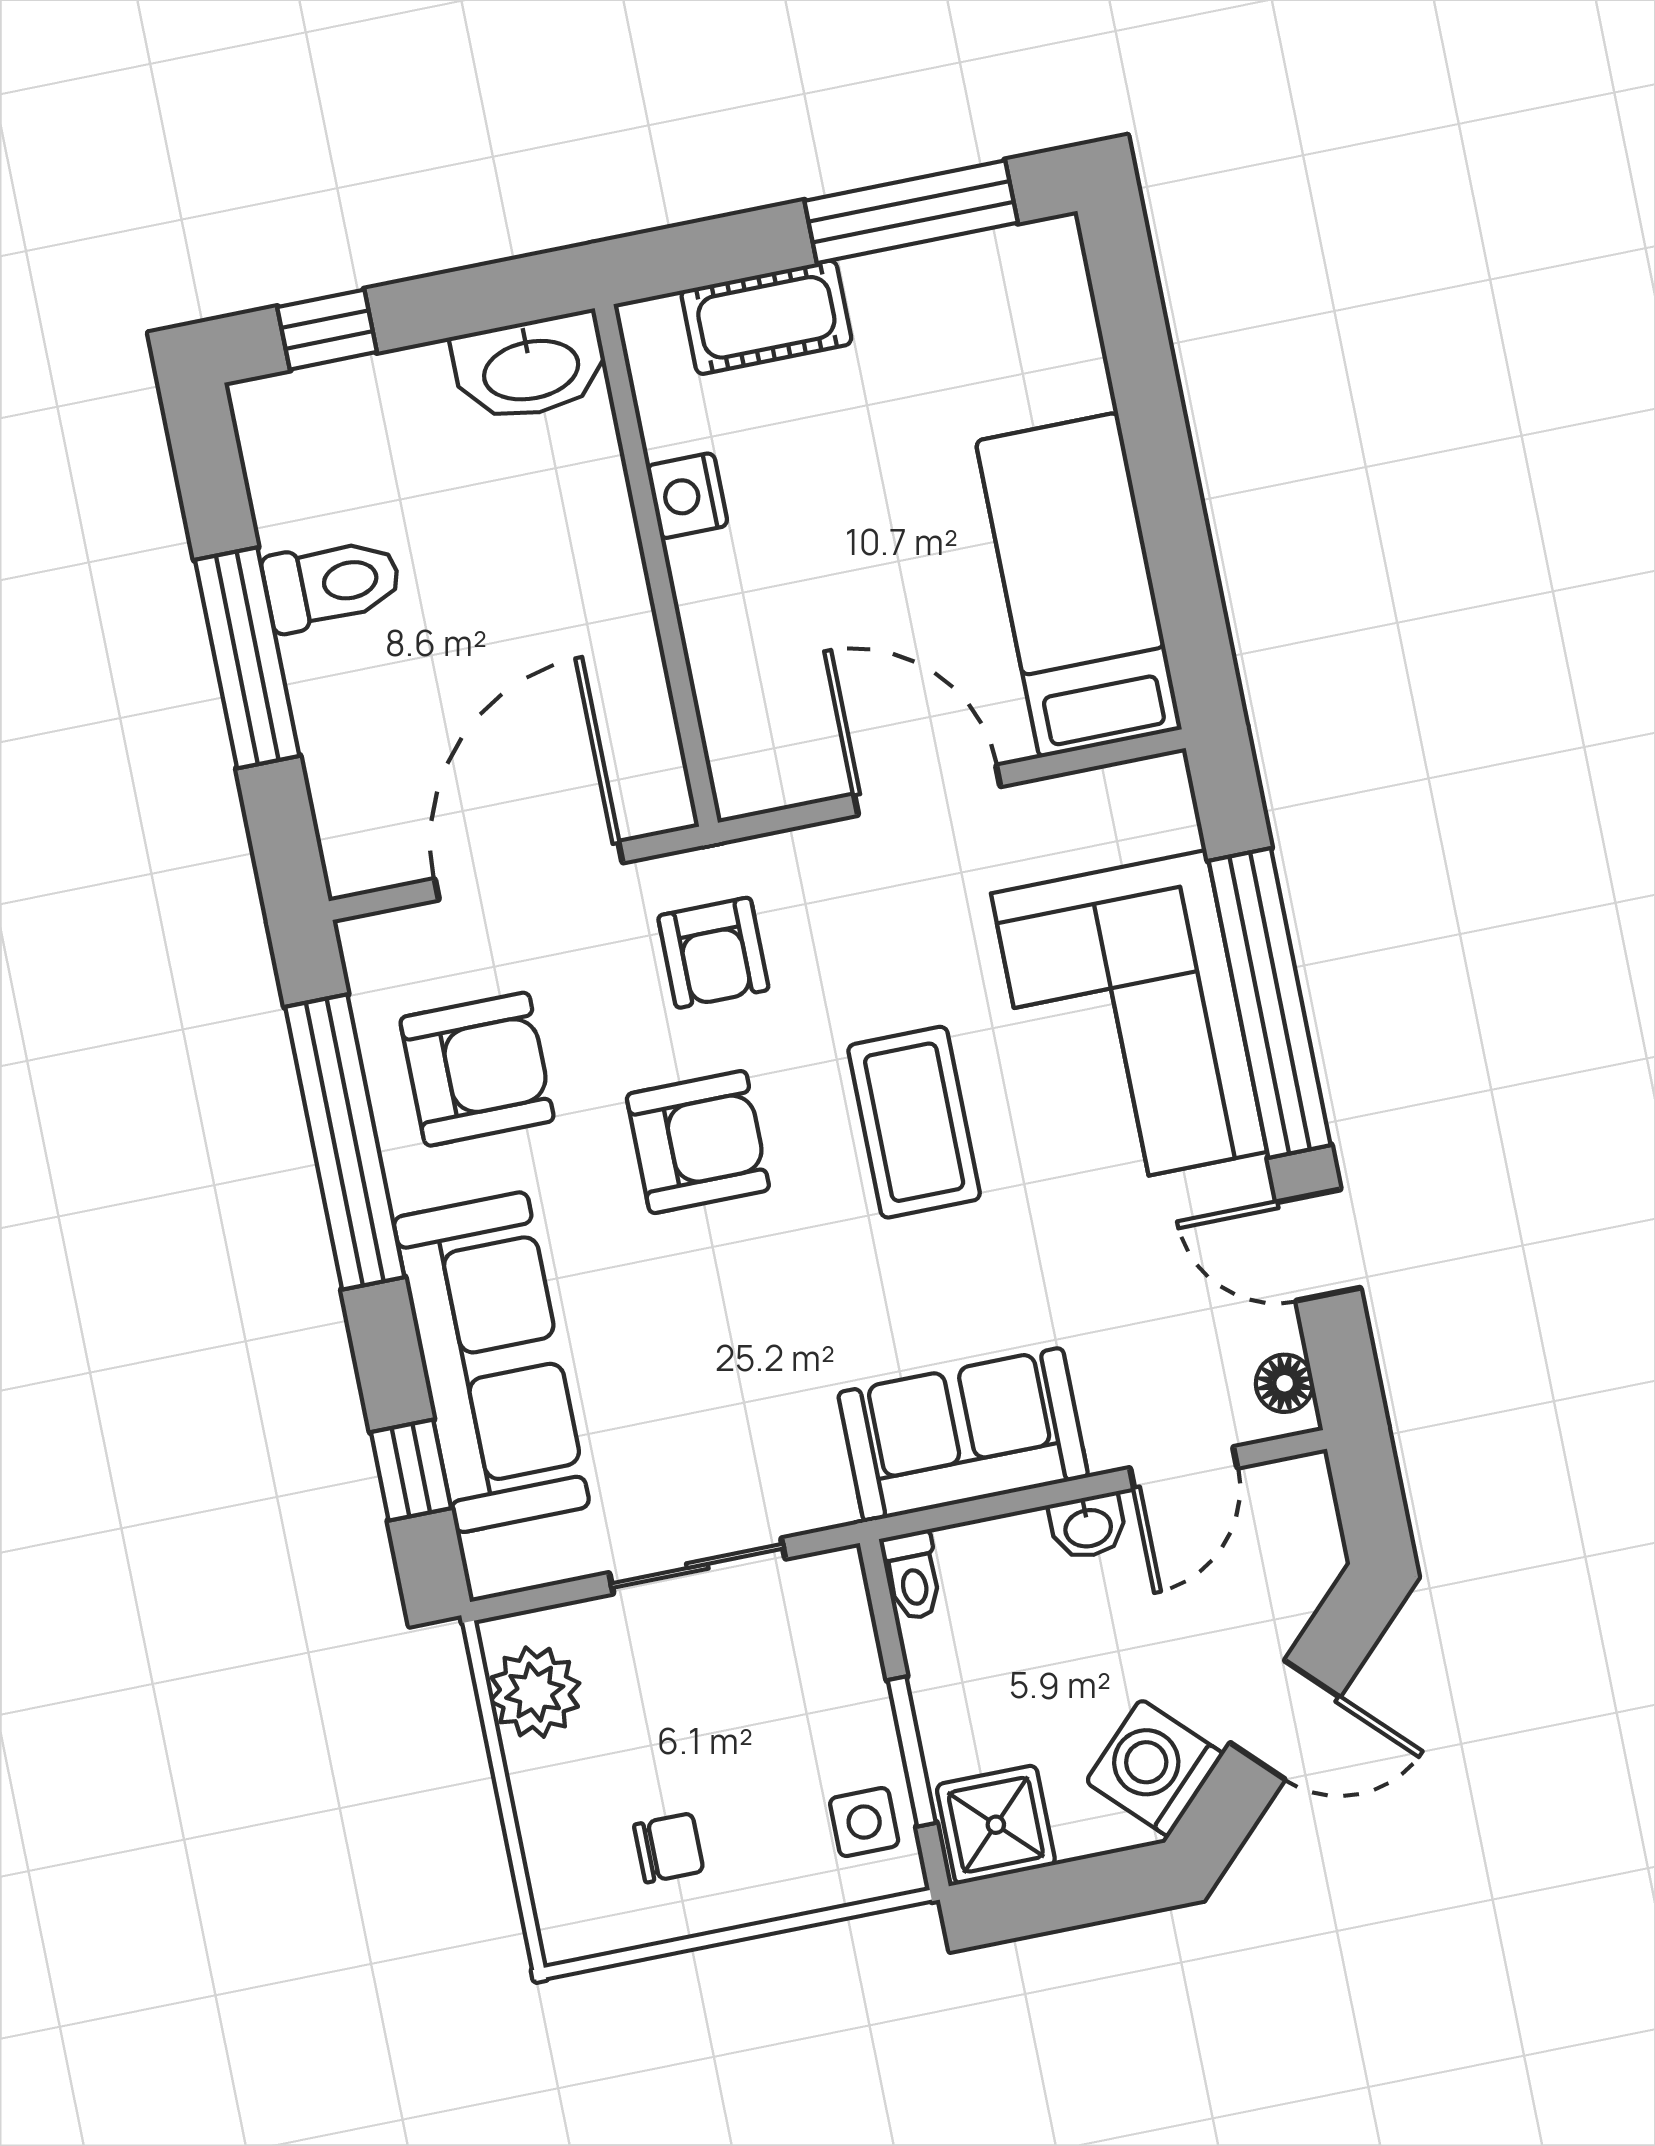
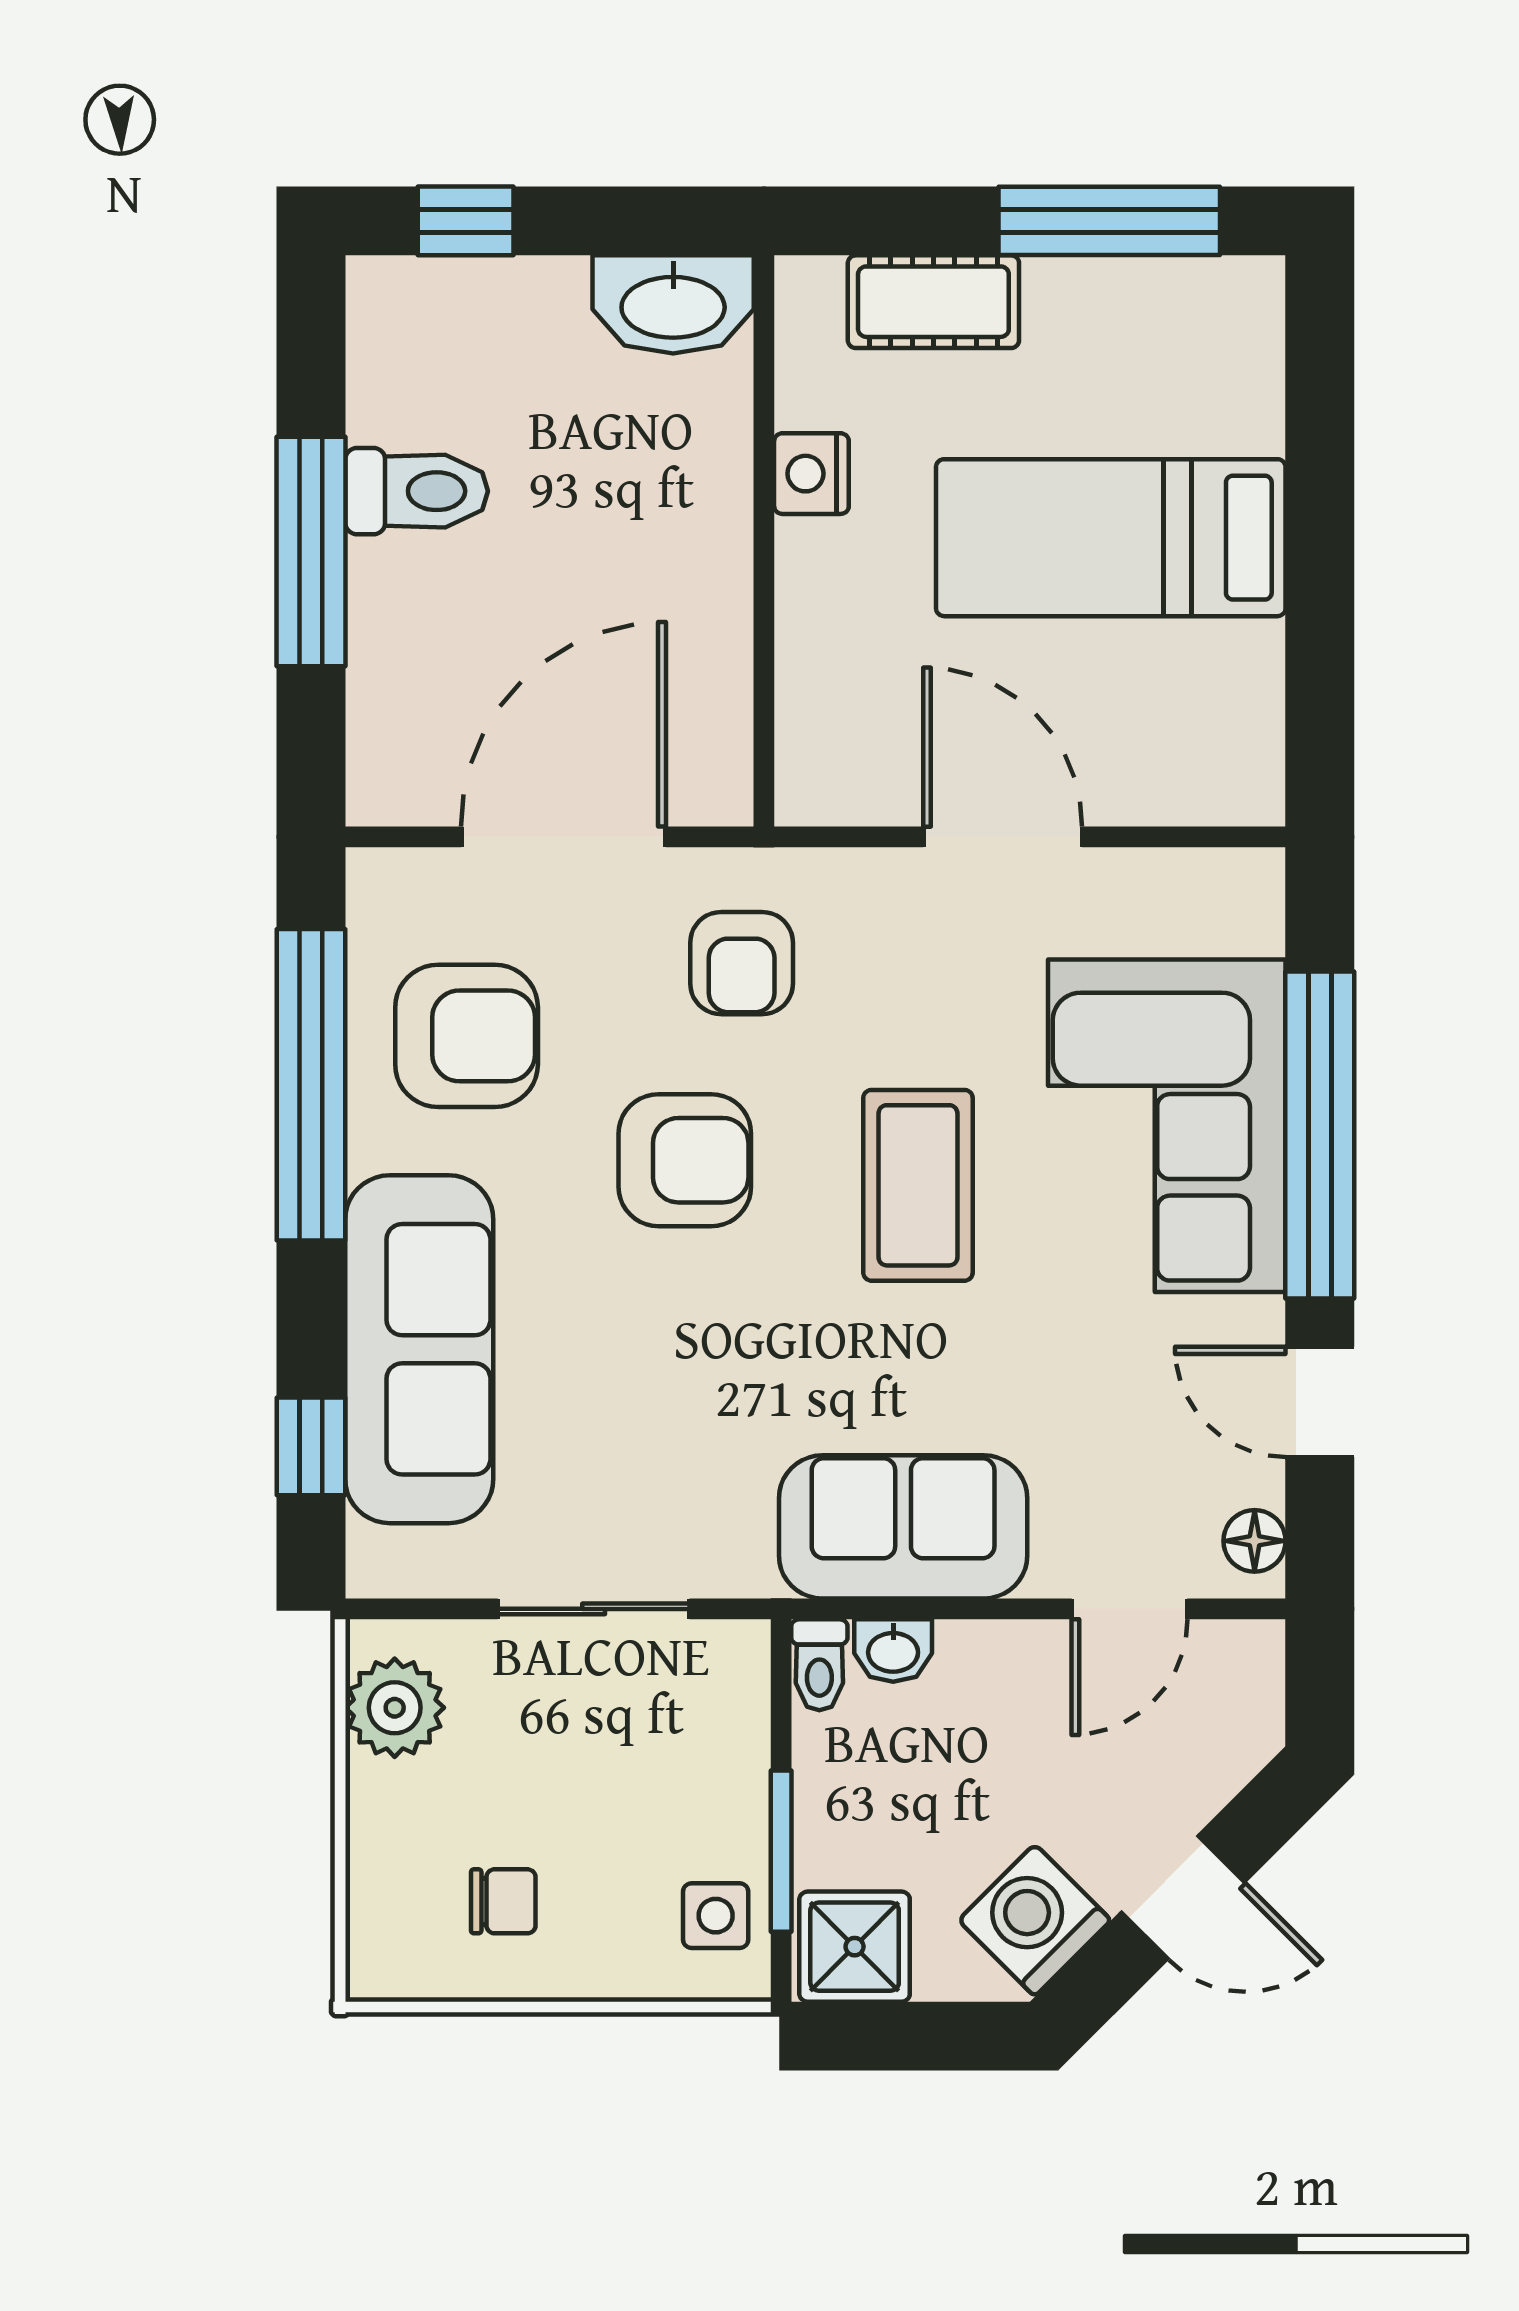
bed: (1079, 585) -> (1111, 538), moved, turned -90
washbasin: (1088, 1527) -> (893, 1651), moved

